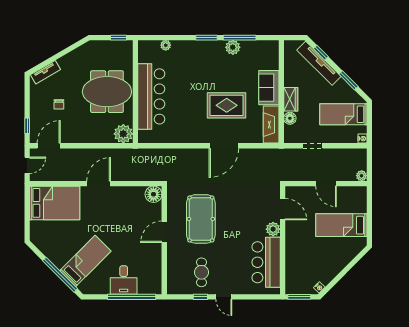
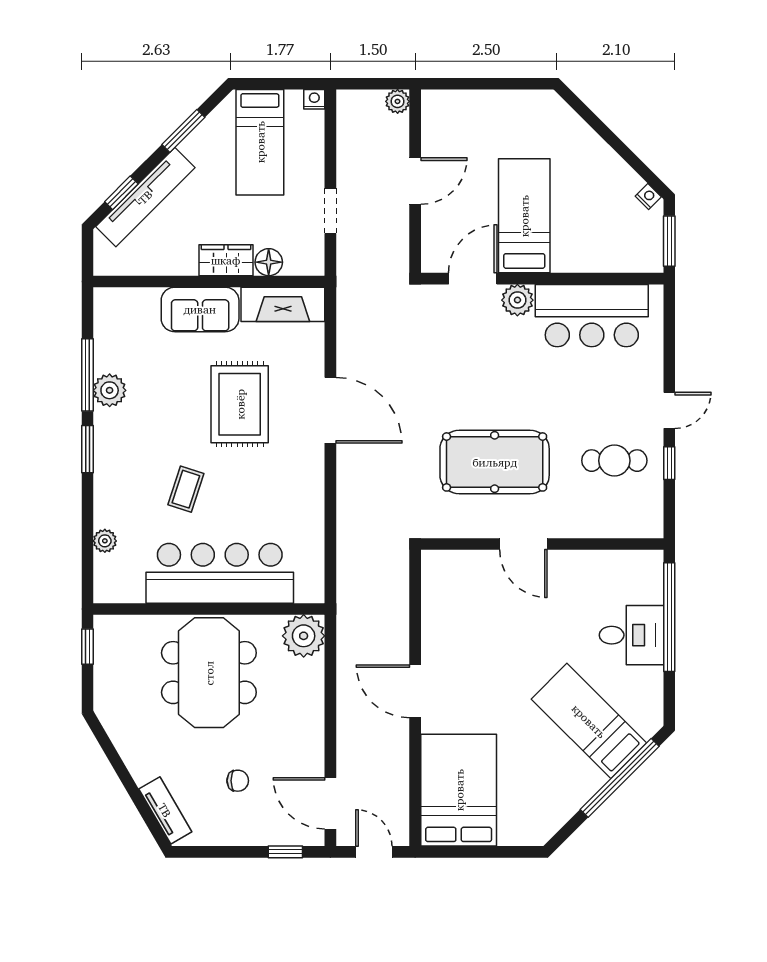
coffee table: (189, 81) -> (186, 489), added
floor lamp: (153, 194) -> (439, 568), removed
bed: (341, 225) -> (524, 216), moved, turned 180

